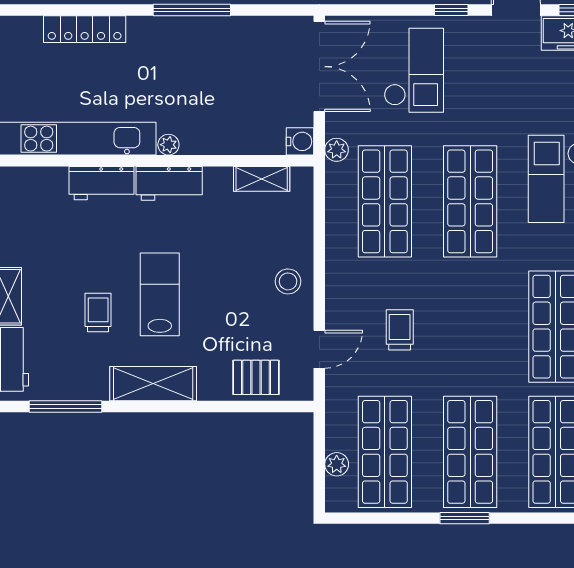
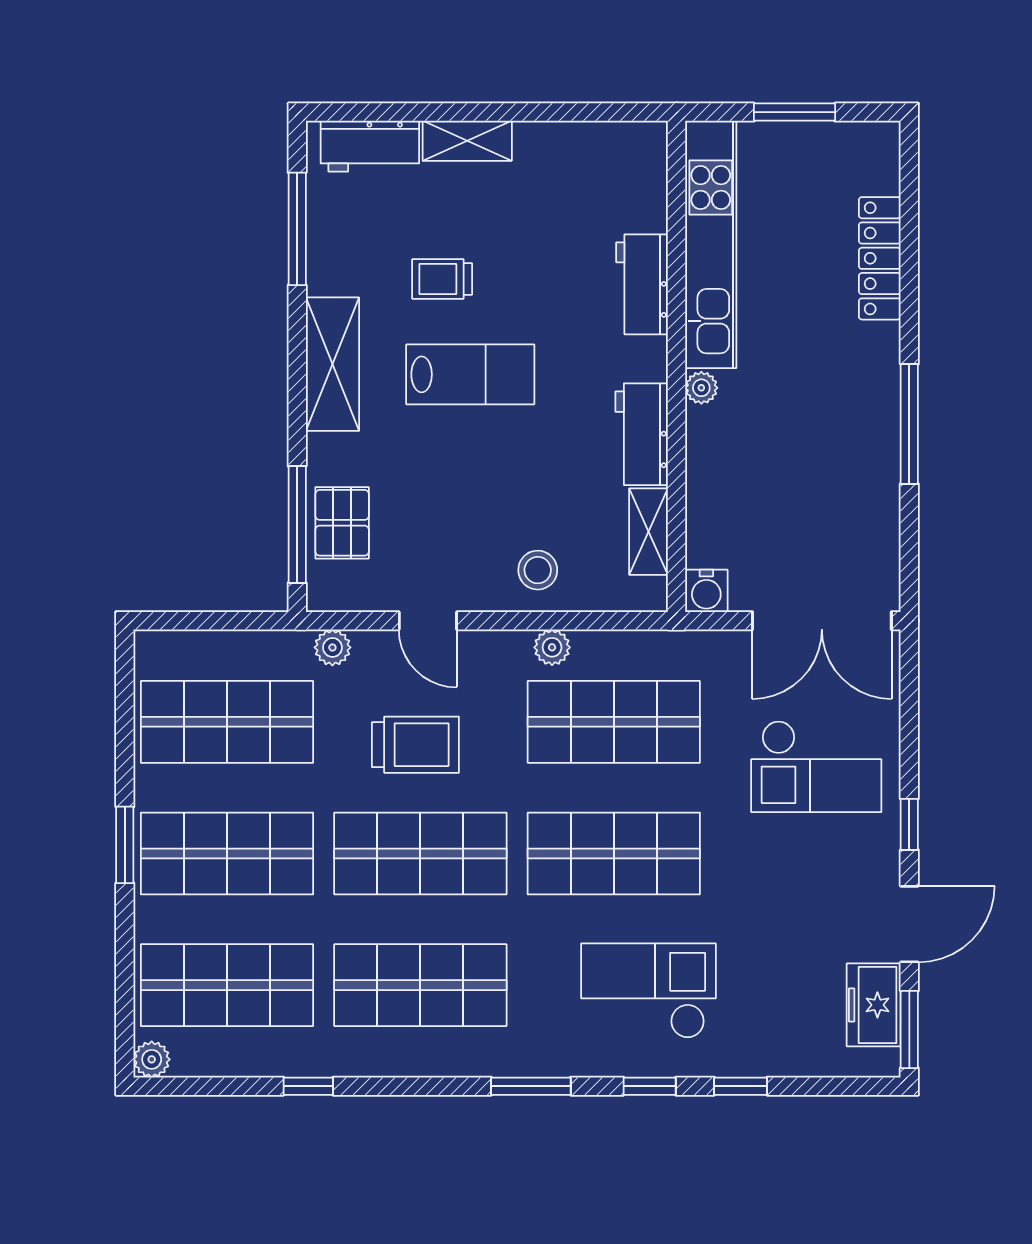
plant: (337, 150) -> (552, 647), moved
workbench: (169, 183) -> (642, 434), moved
stool: (288, 281) -> (538, 570), moved
trolley: (98, 313) -> (442, 279), turned 180
shop shelf: (470, 327) -> (420, 853), added
trolley: (400, 330) -> (415, 745), width x1.36, depth x1.39
door: (319, 349) -> (428, 621), moved
window: (257, 406) -> (297, 524), added
plant: (337, 464) -> (332, 647), moved

